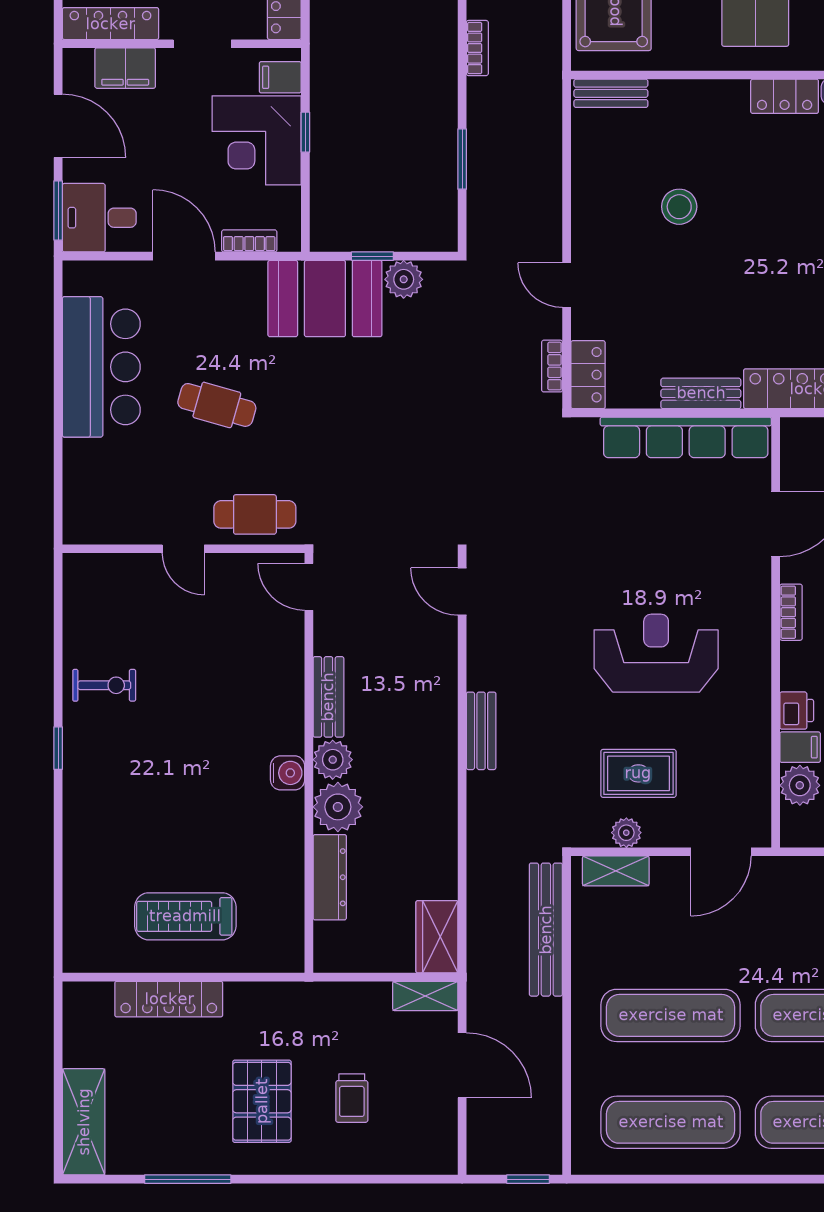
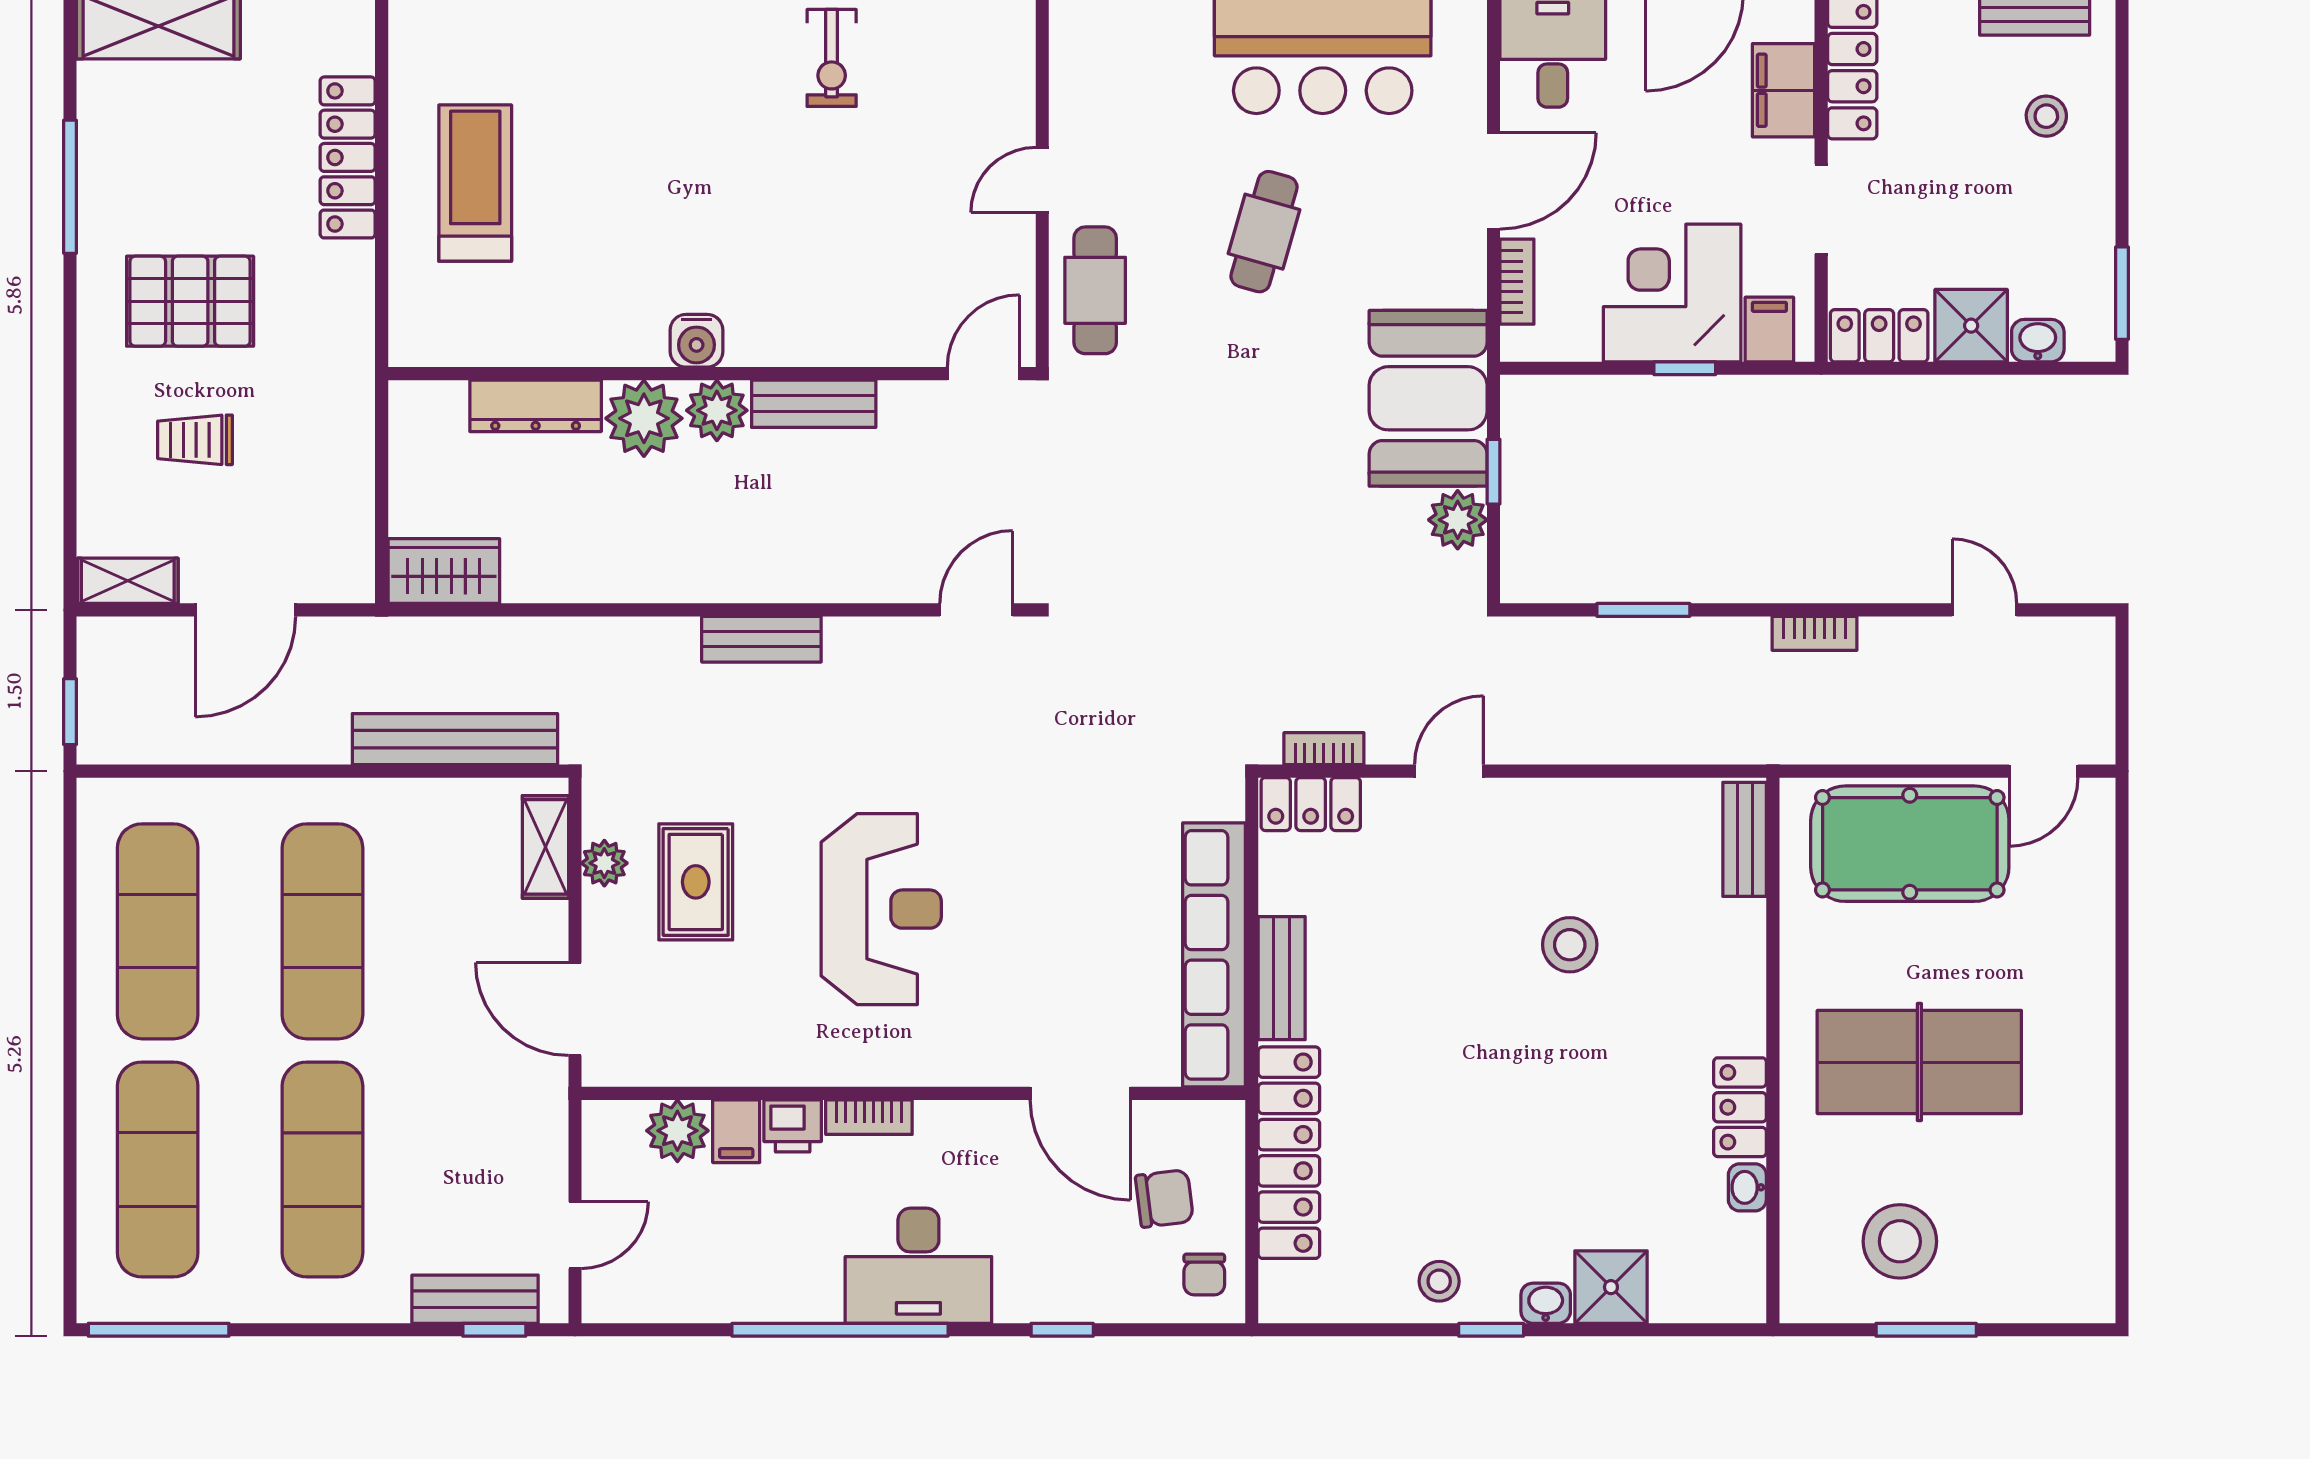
bookcase: (791, 612) -> (869, 1117), moved
shelving: (425, 996) -> (128, 581), moved, turned 90

